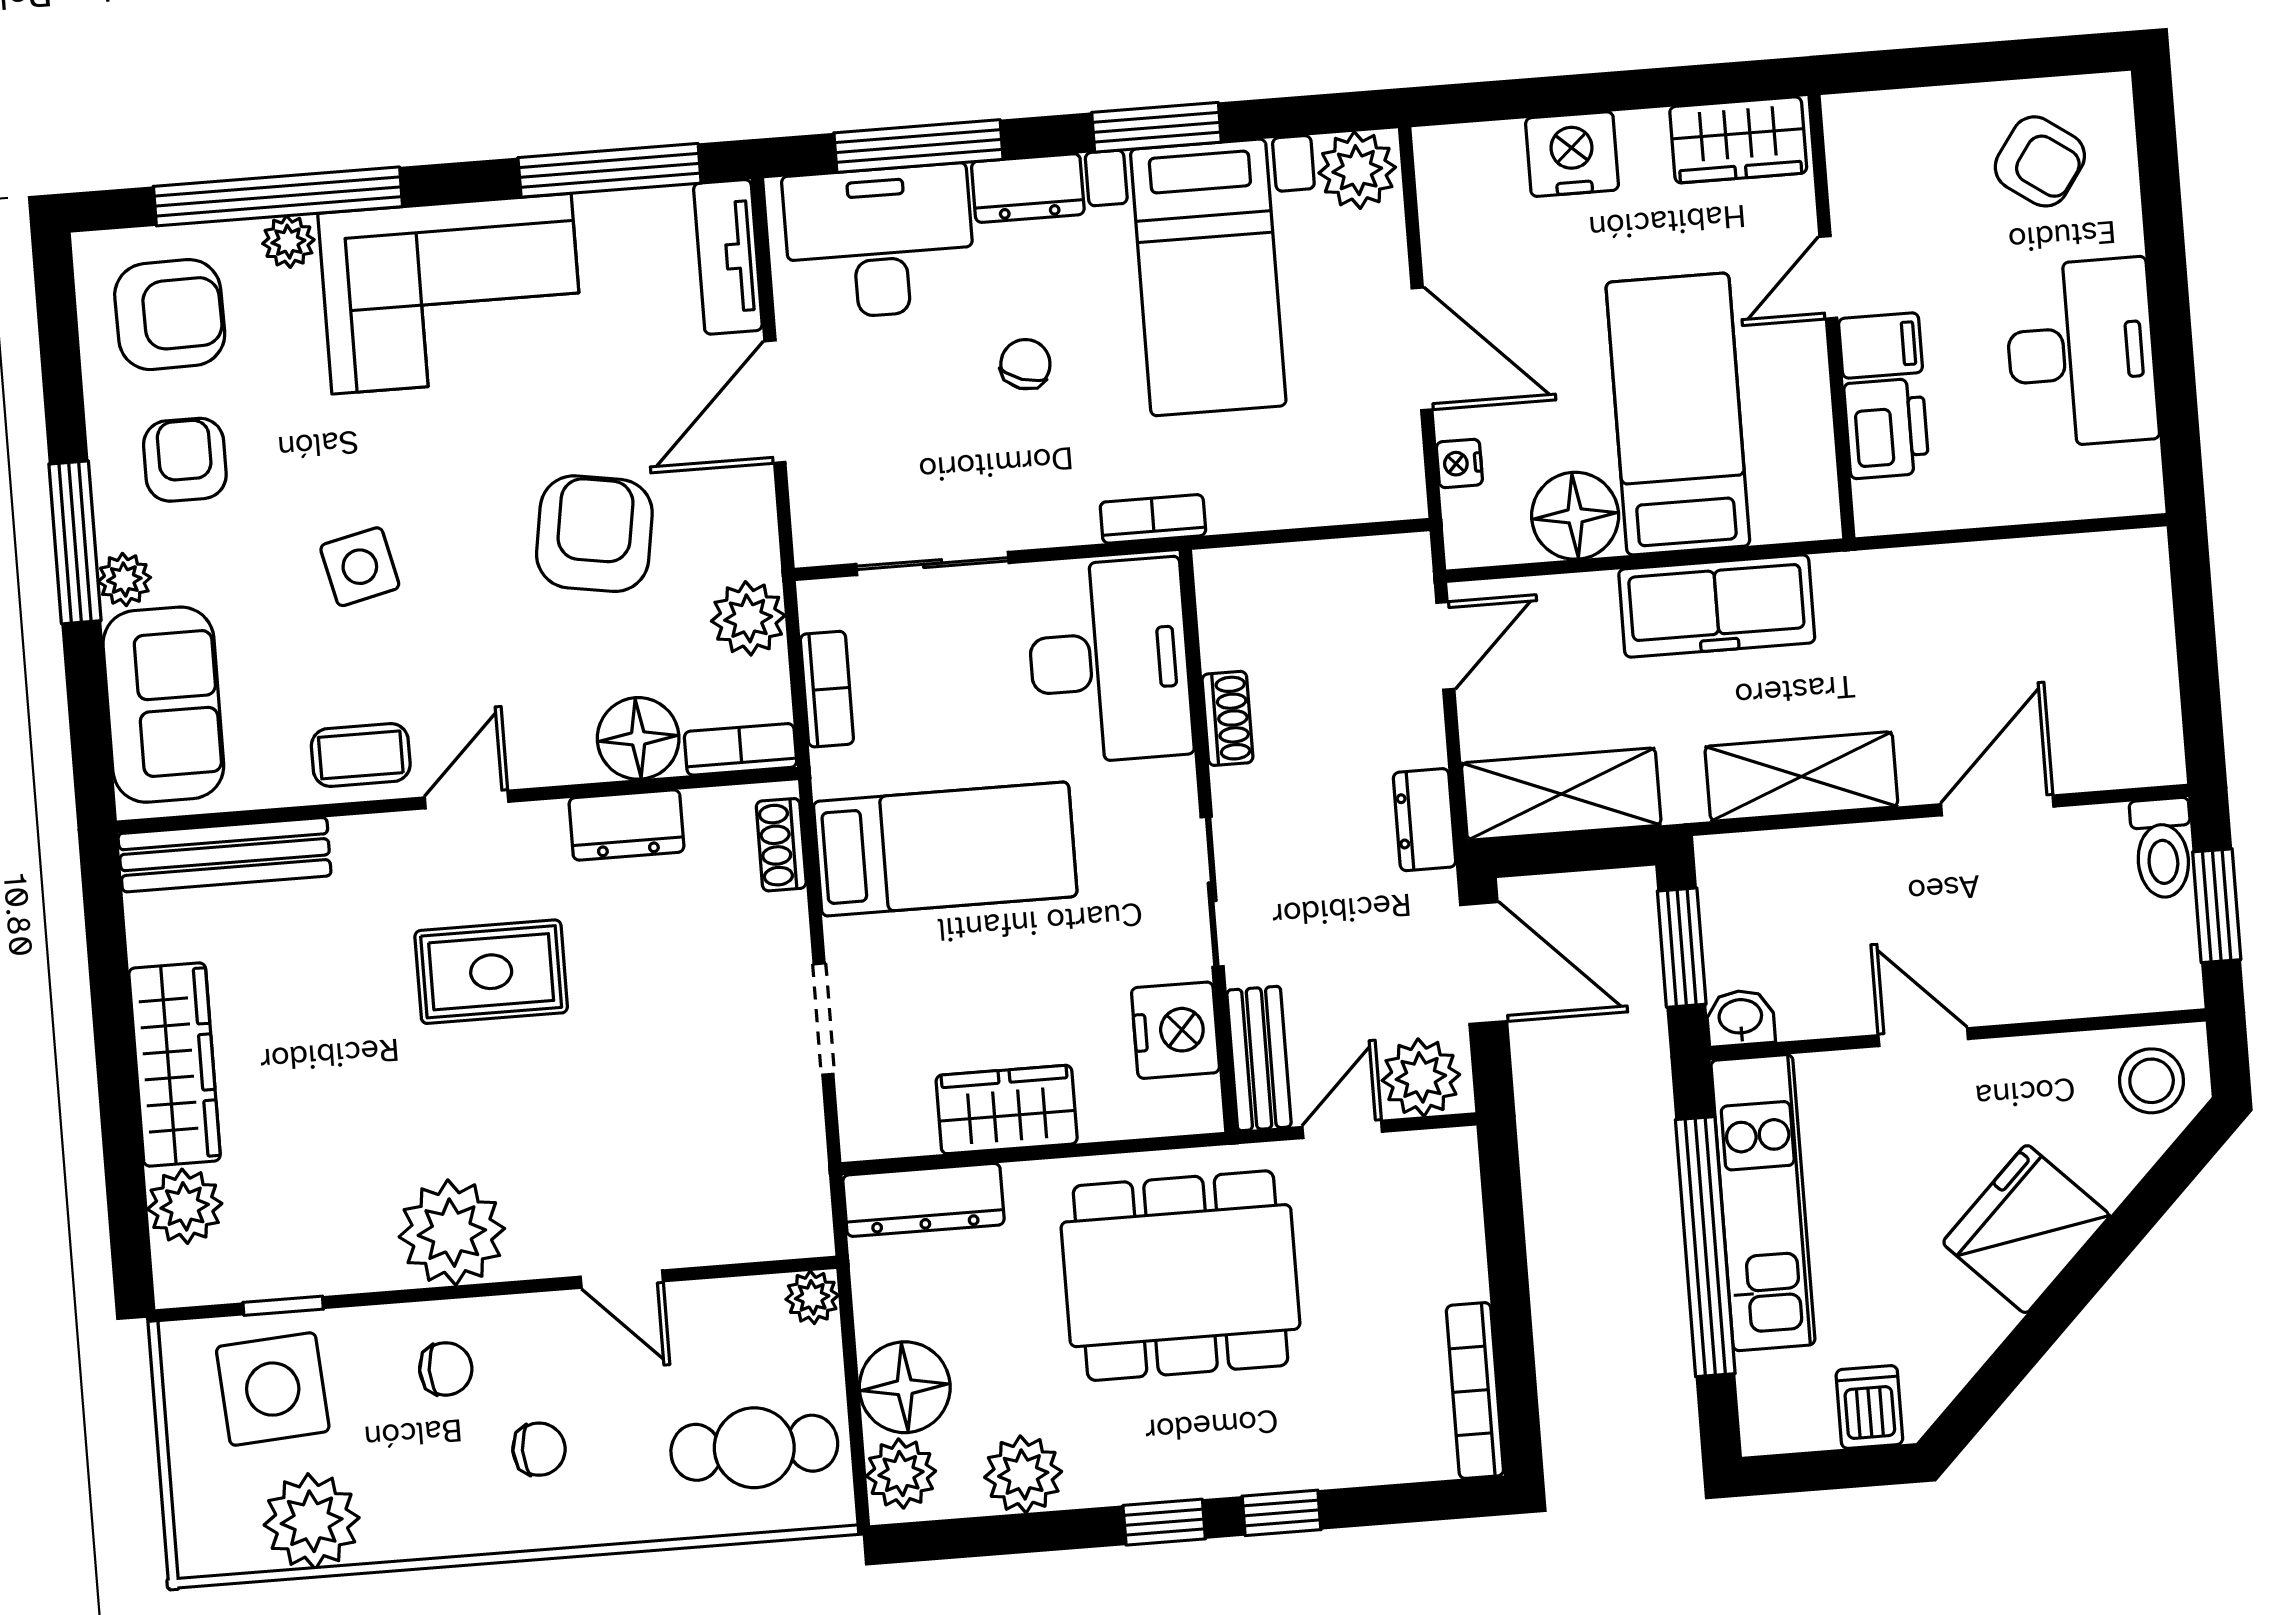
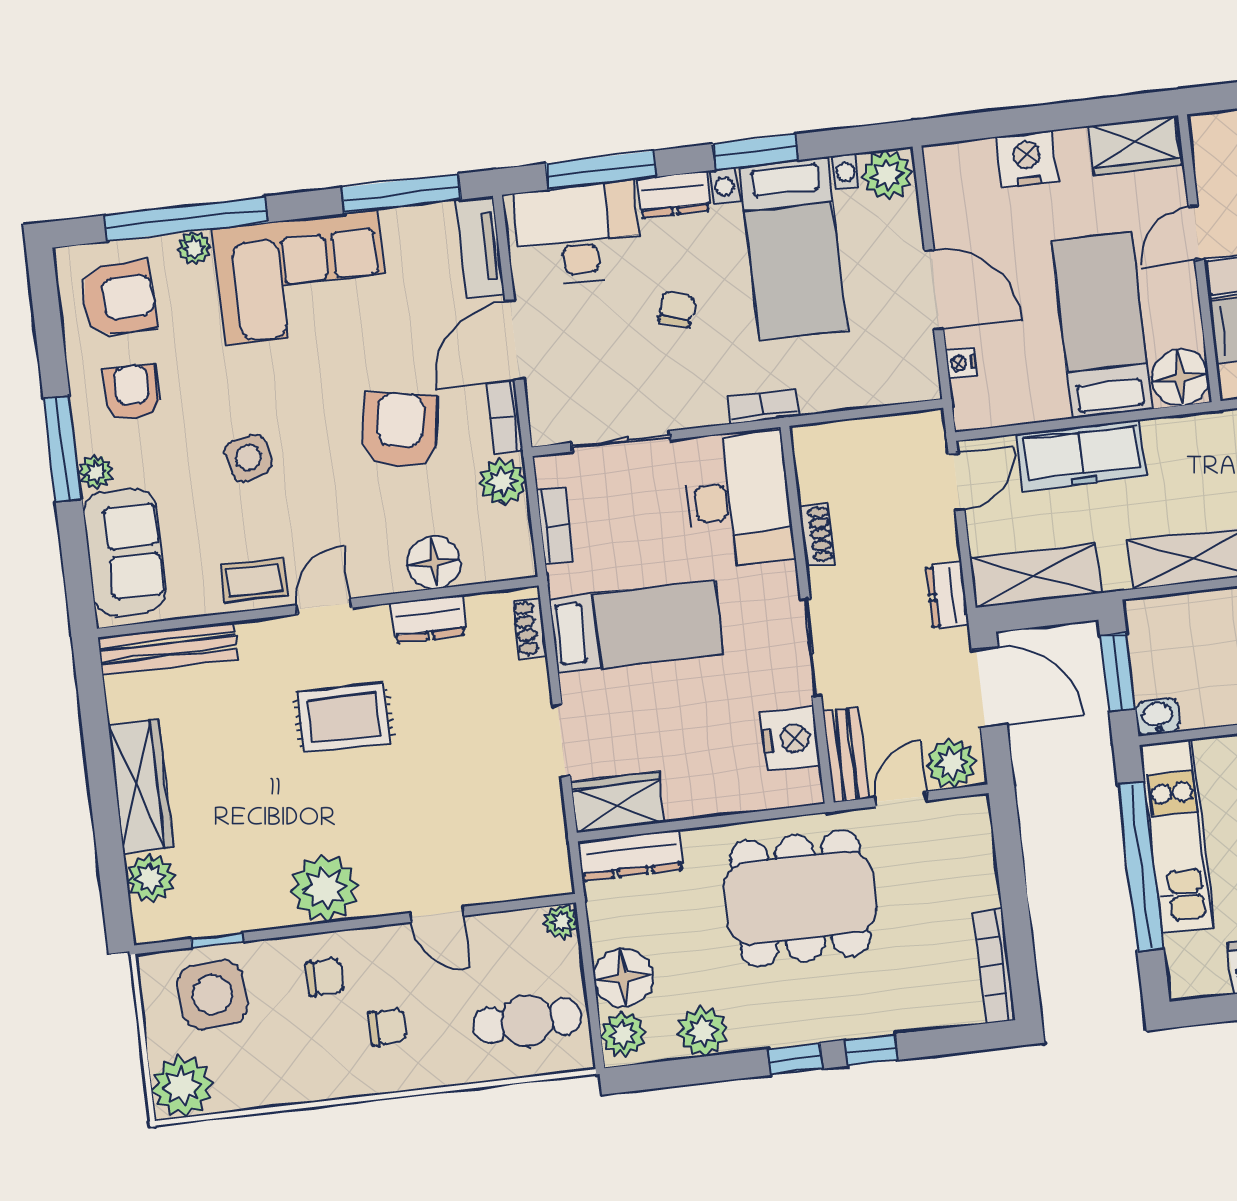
floor lamp: (1575, 516) -> (1180, 377), moved
freezer: (1717, 606) -> (1081, 455), moved
bookcase: (740, 749) -> (505, 417), moved, turned -90
wardrobe: (1007, 1110) -> (618, 802), moved
plant: (312, 1521) -> (182, 1087), moved

